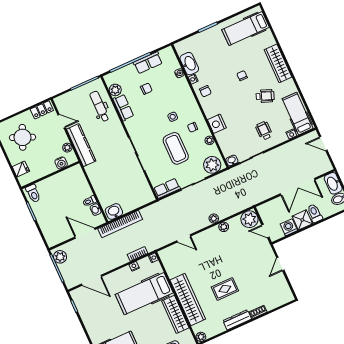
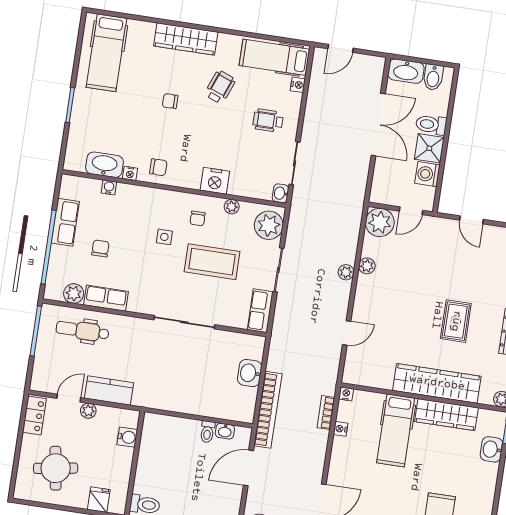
round table: (22, 137) -> (56, 468), turned -32
kitchen counter: (81, 145) -> (109, 391), width x0.67
plant: (67, 148) -> (88, 411), moved
washbasin: (114, 212) -> (250, 373), moved
hospital bed: (144, 294) -> (396, 430), width x0.73, depth x0.78

